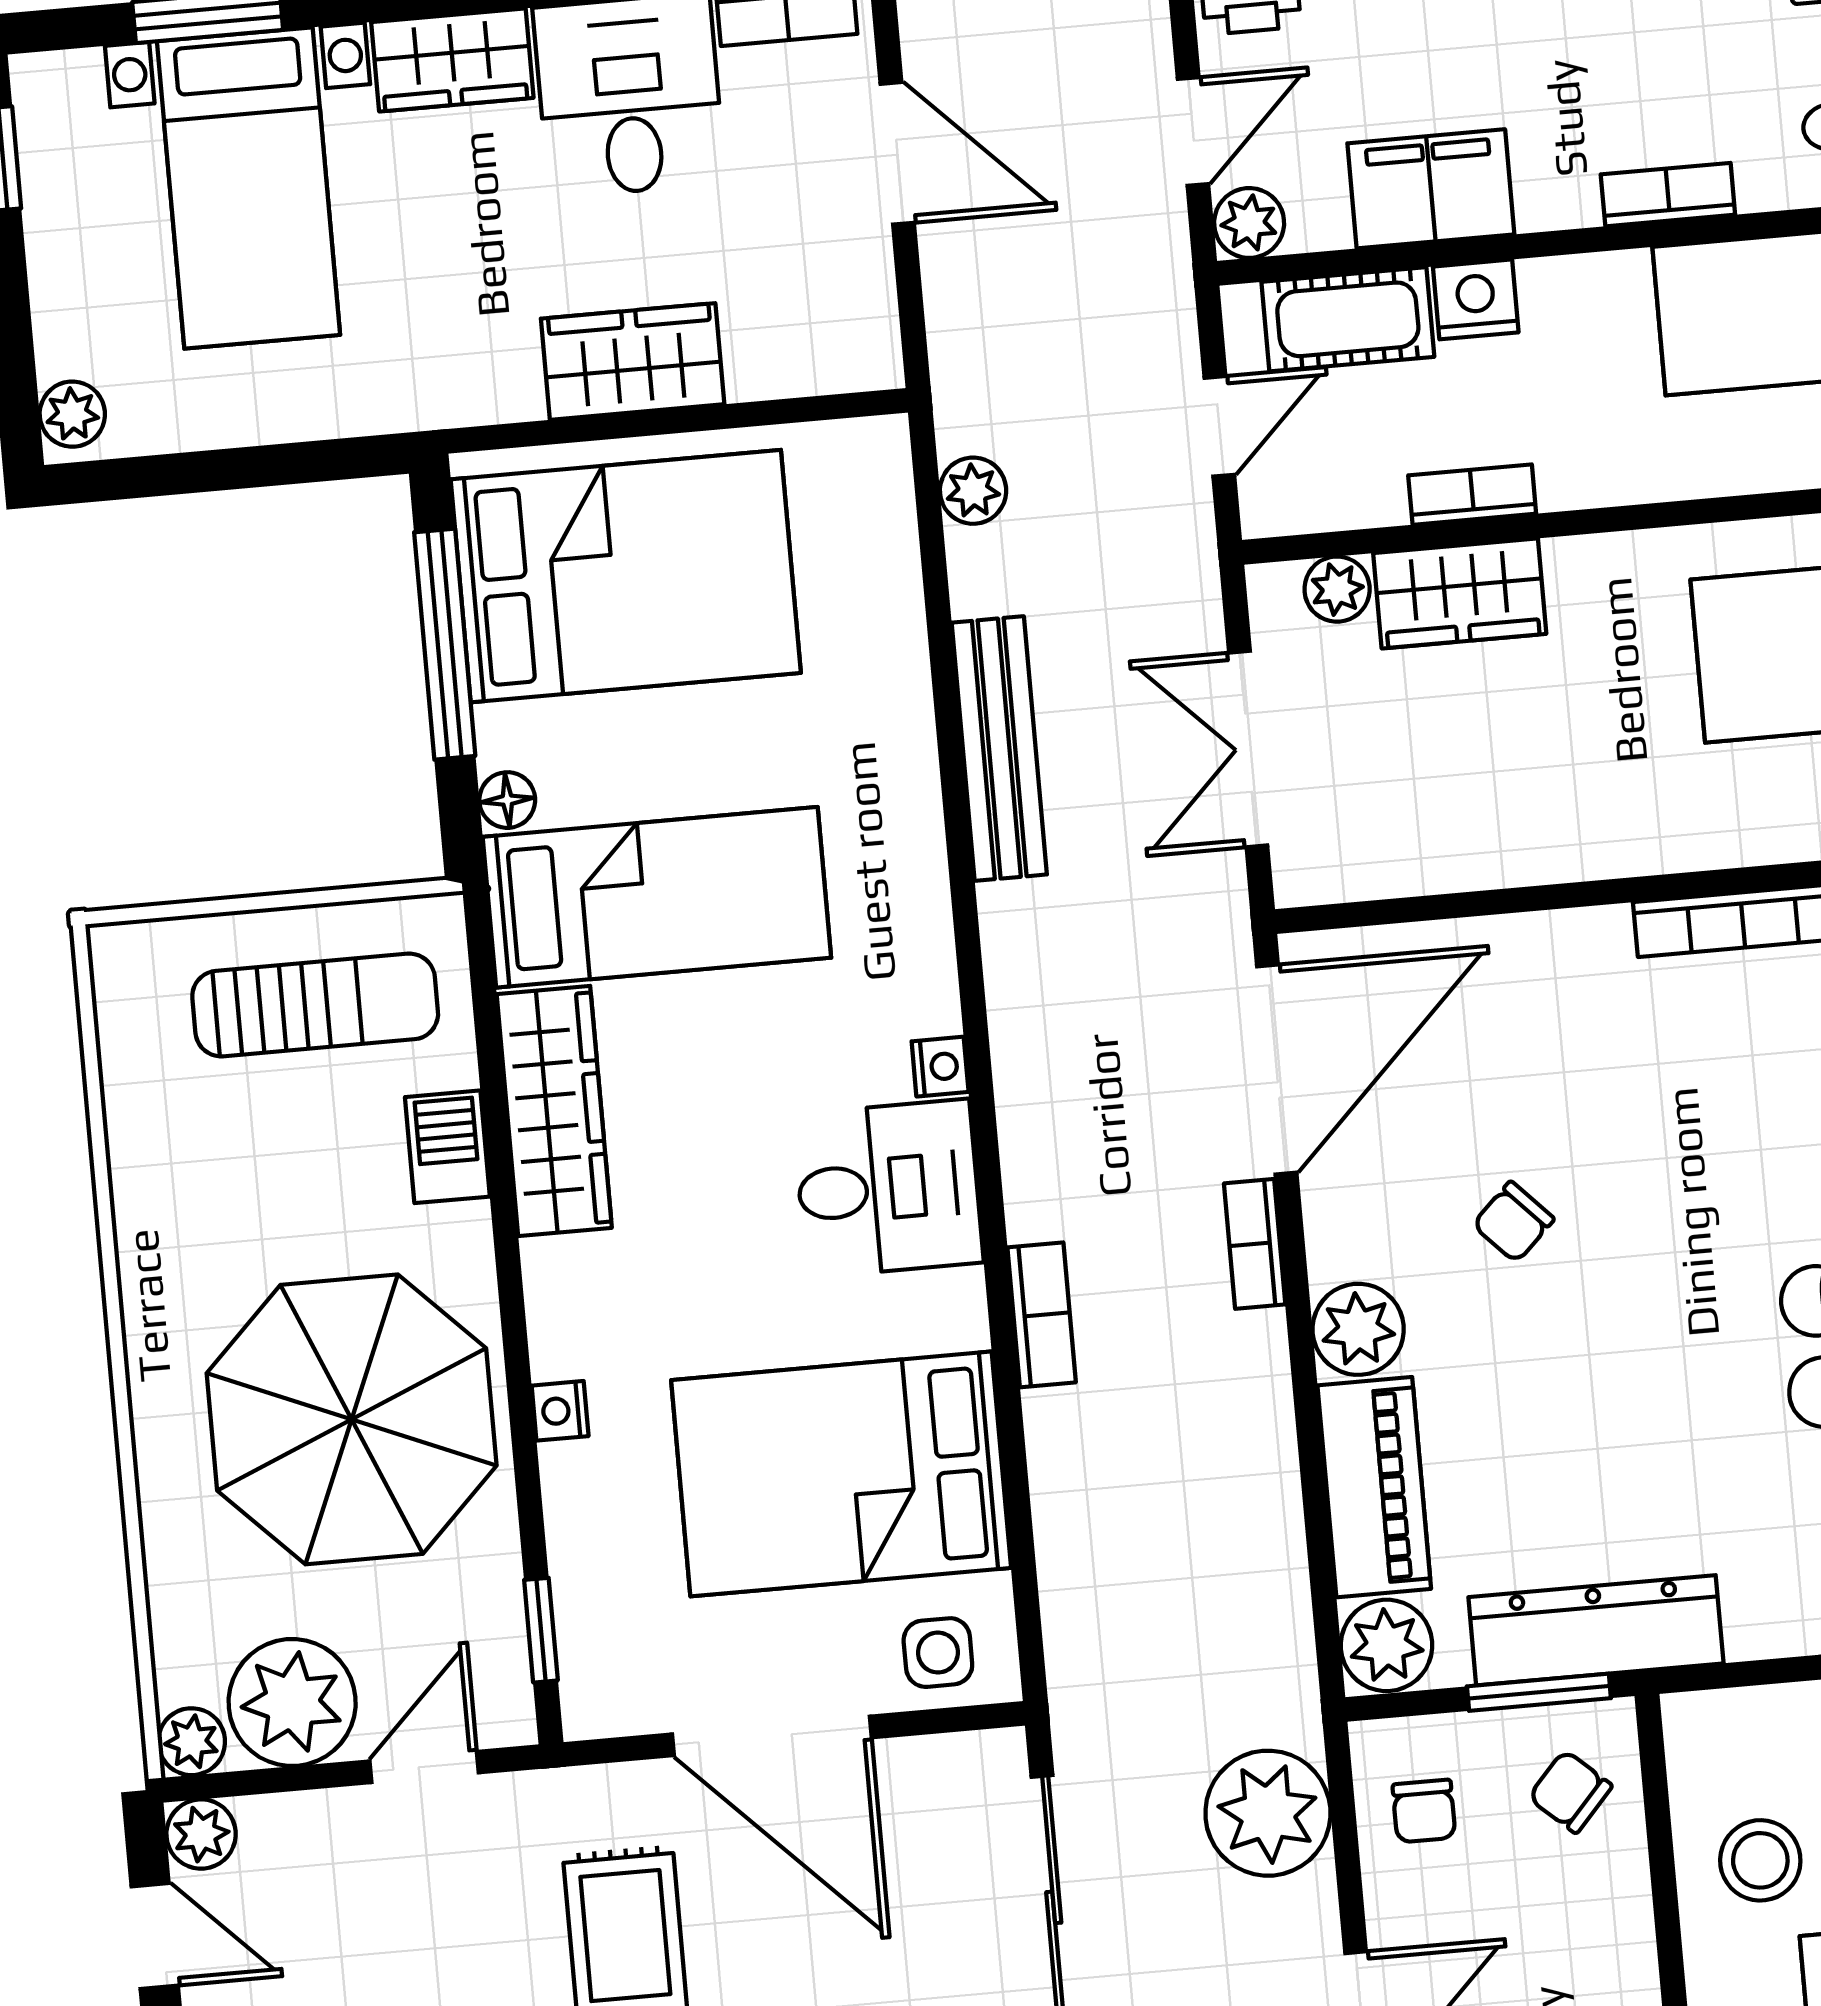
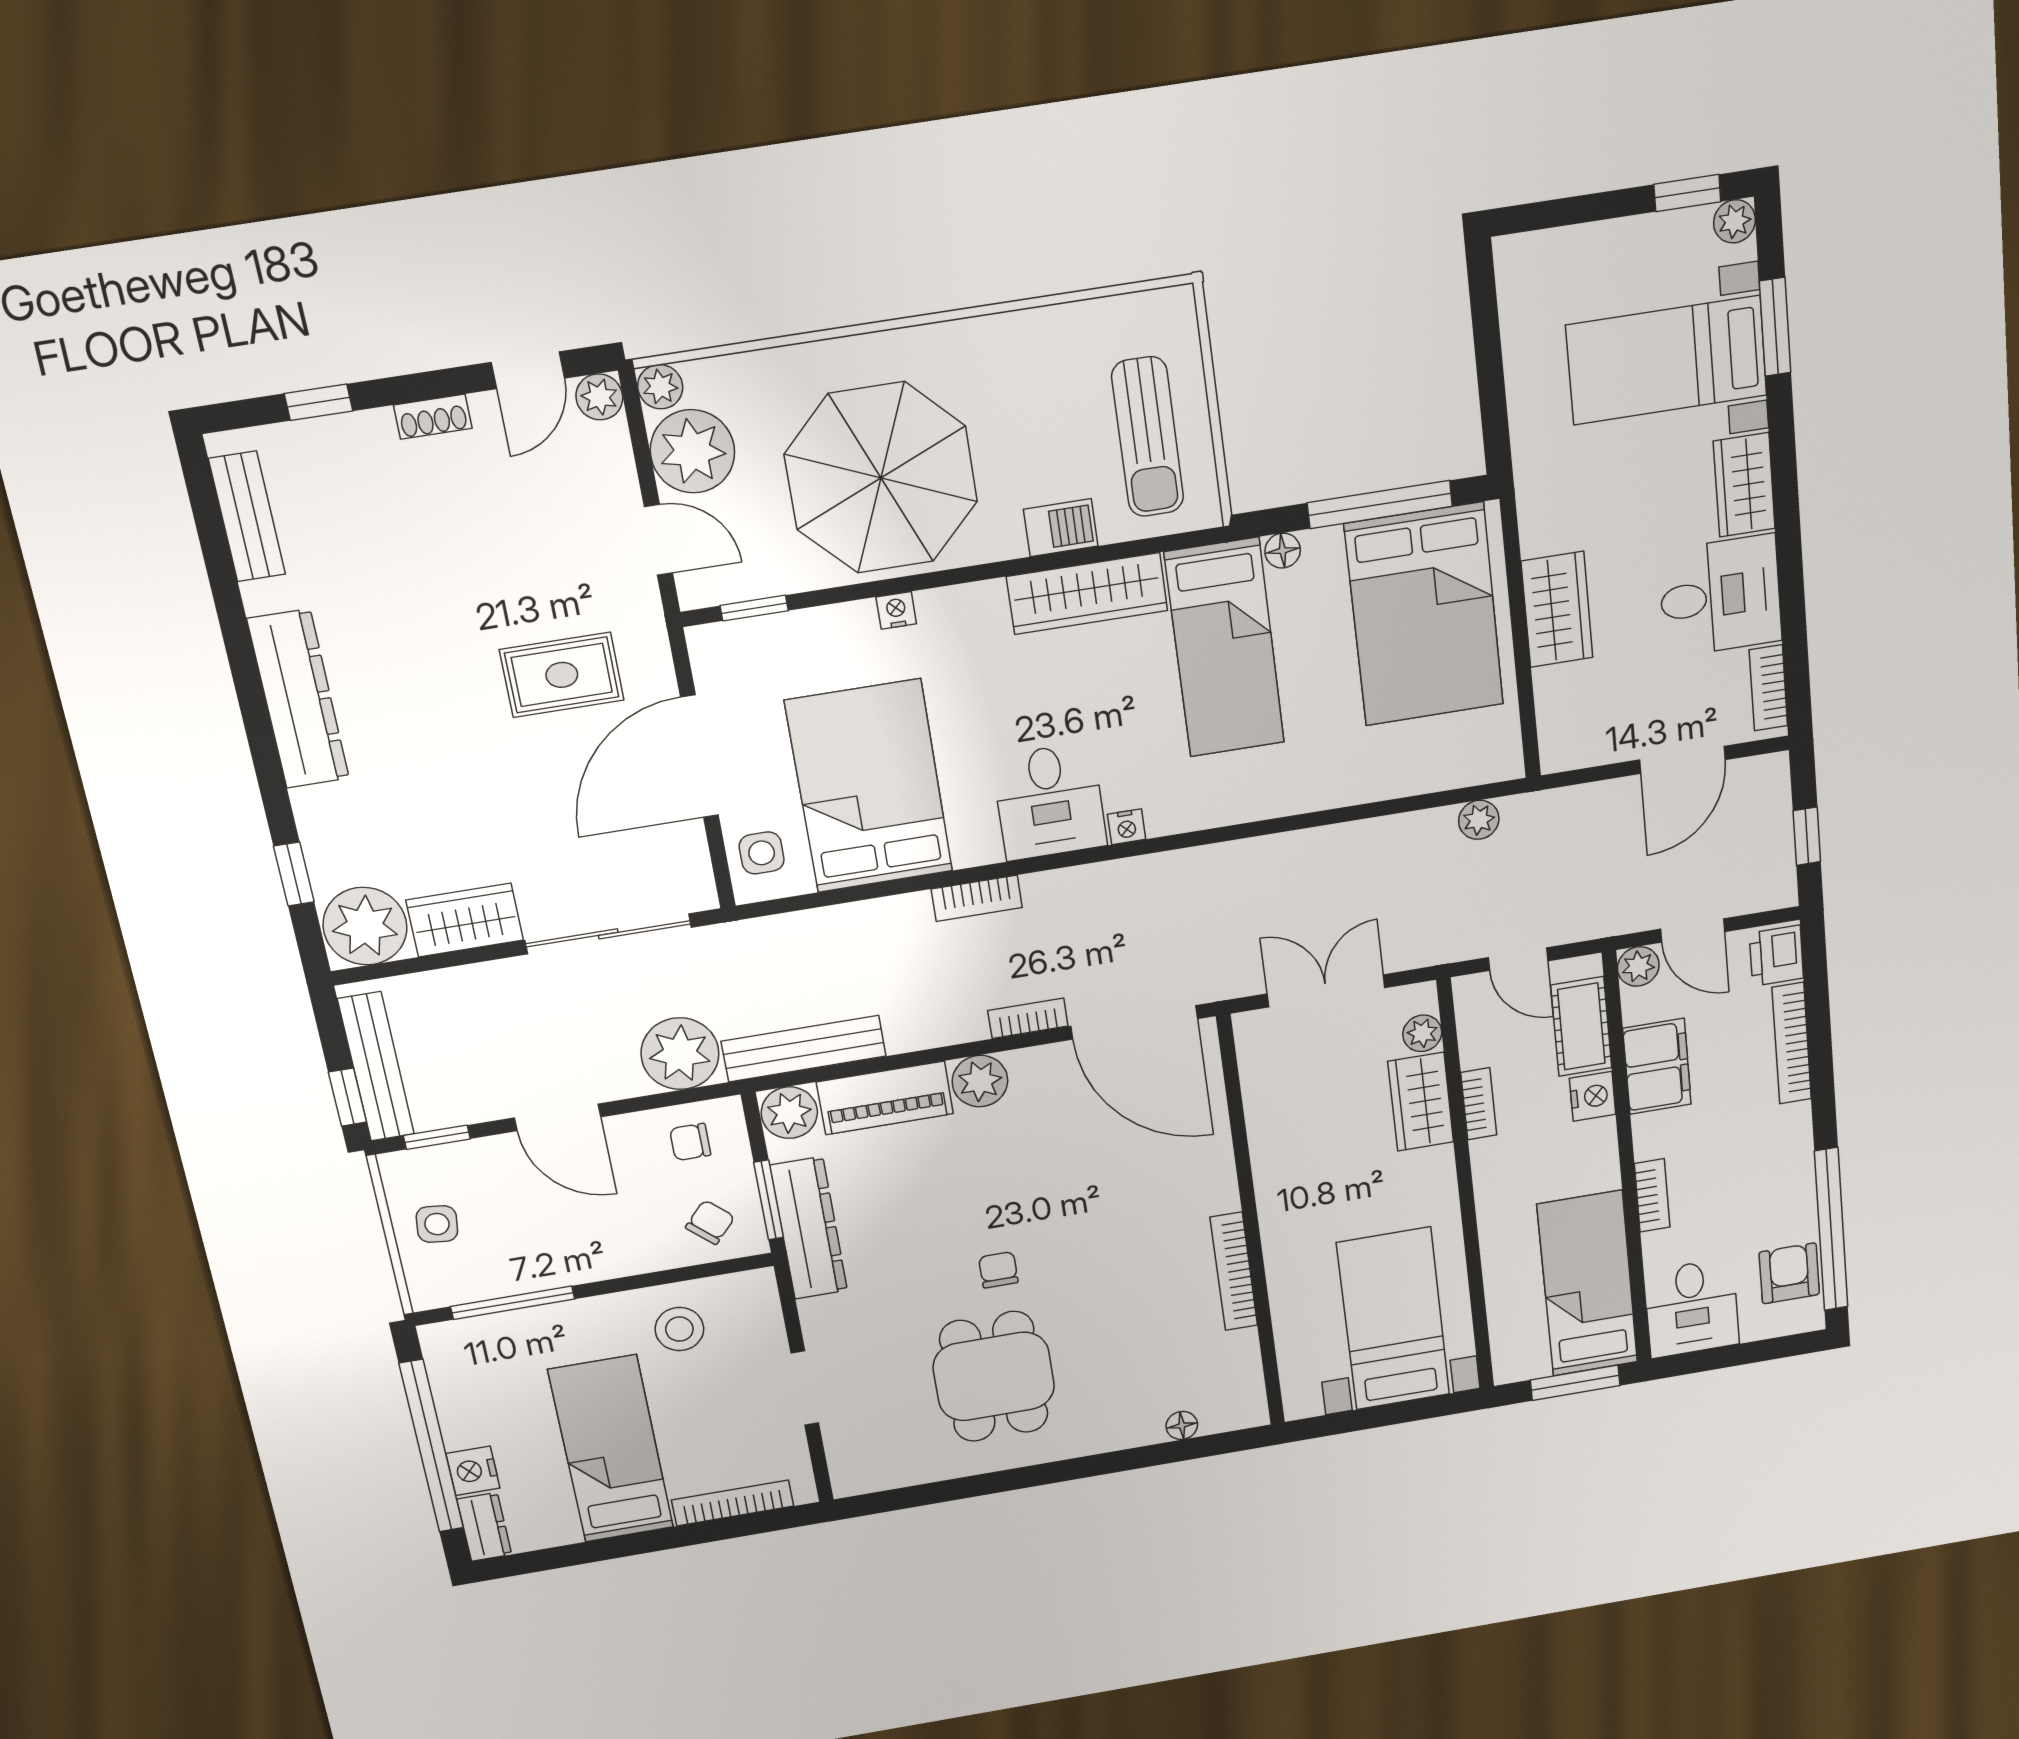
plant: (72, 414) -> (1734, 221), moved
bench: (999, 749) -> (804, 1049), moved
chair: (1513, 1222) -> (998, 1270), moved, turned 44

